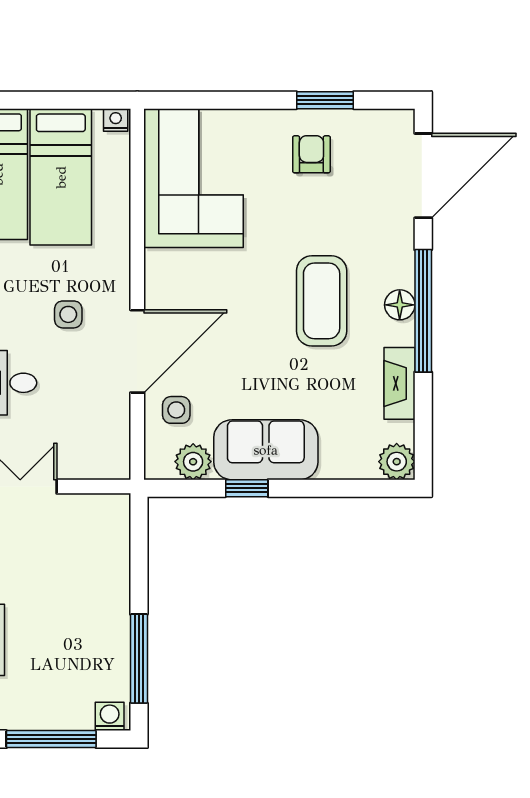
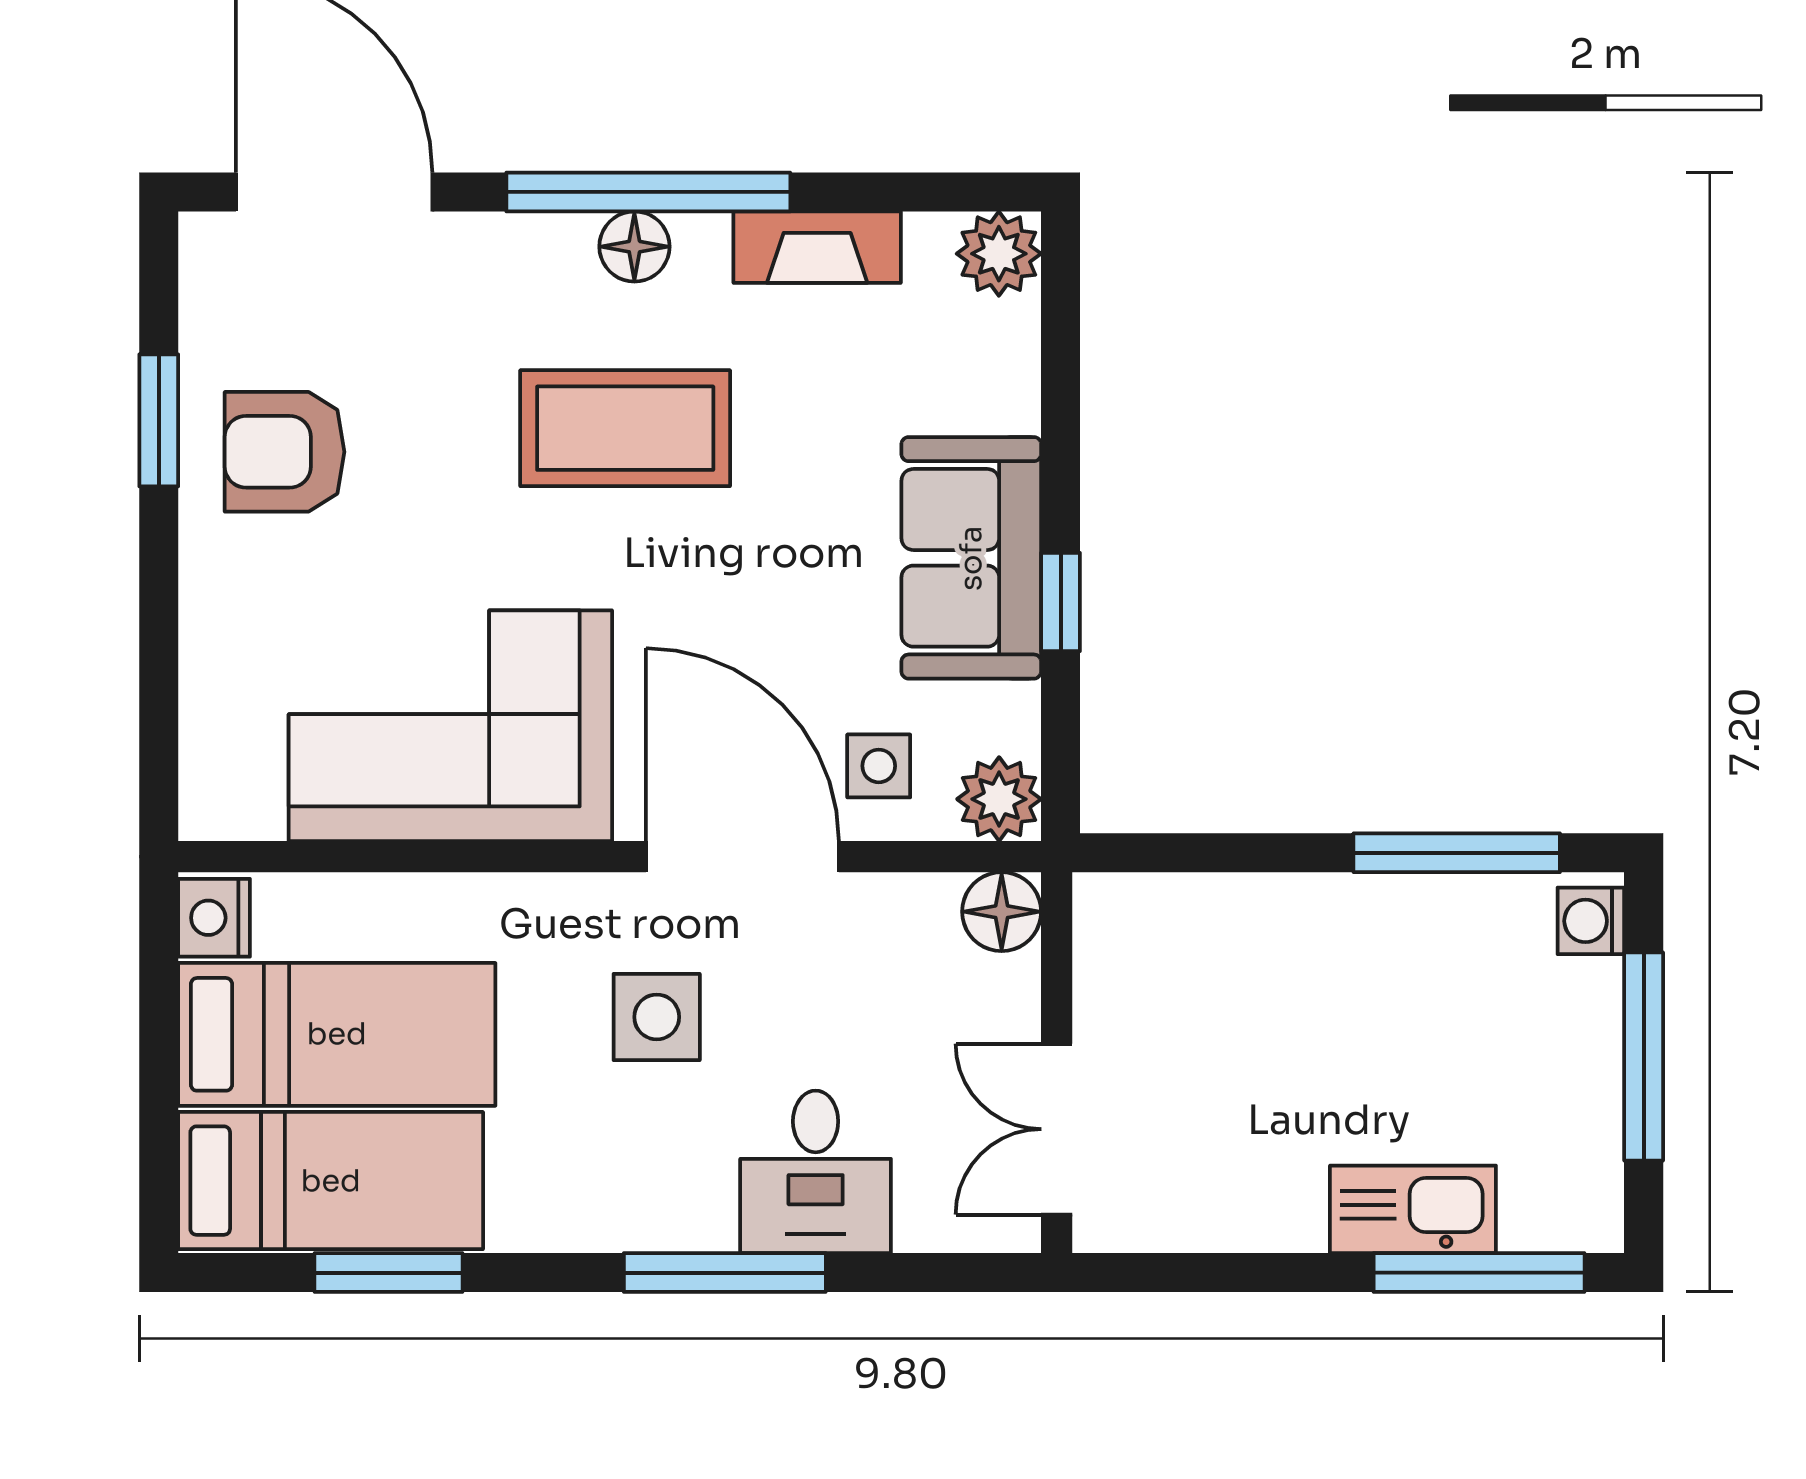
nightstand: (116, 120) -> (214, 918), width x1.39, depth x1.35
armchair: (311, 154) -> (285, 452), width x1.38, depth x1.38
corner sofa: (194, 178) -> (450, 726), moved
side table: (68, 314) -> (657, 1017), width x1.37, depth x1.37
plant: (193, 462) -> (999, 799), moved
floor lamp: (114, 463) -> (1002, 912), added

